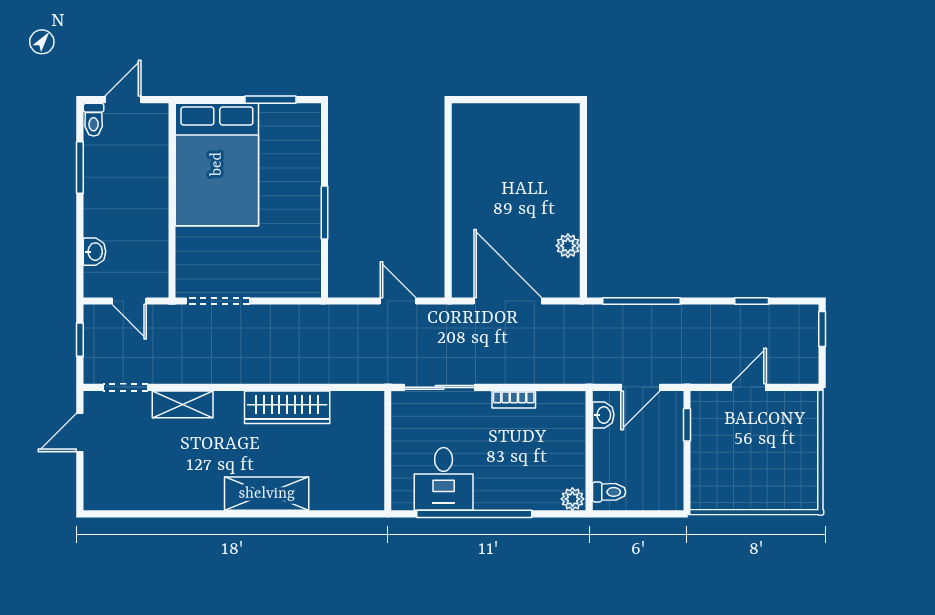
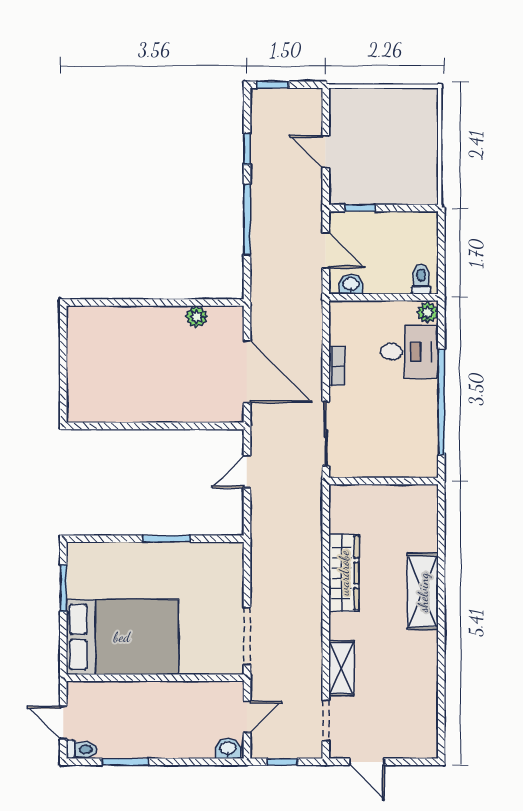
washbasin: (95, 252) -> (228, 749), moved
door: (508, 301) -> (247, 372), swing flipped
window: (642, 301) -> (247, 219), moved
desk: (444, 479) -> (409, 352), moved

